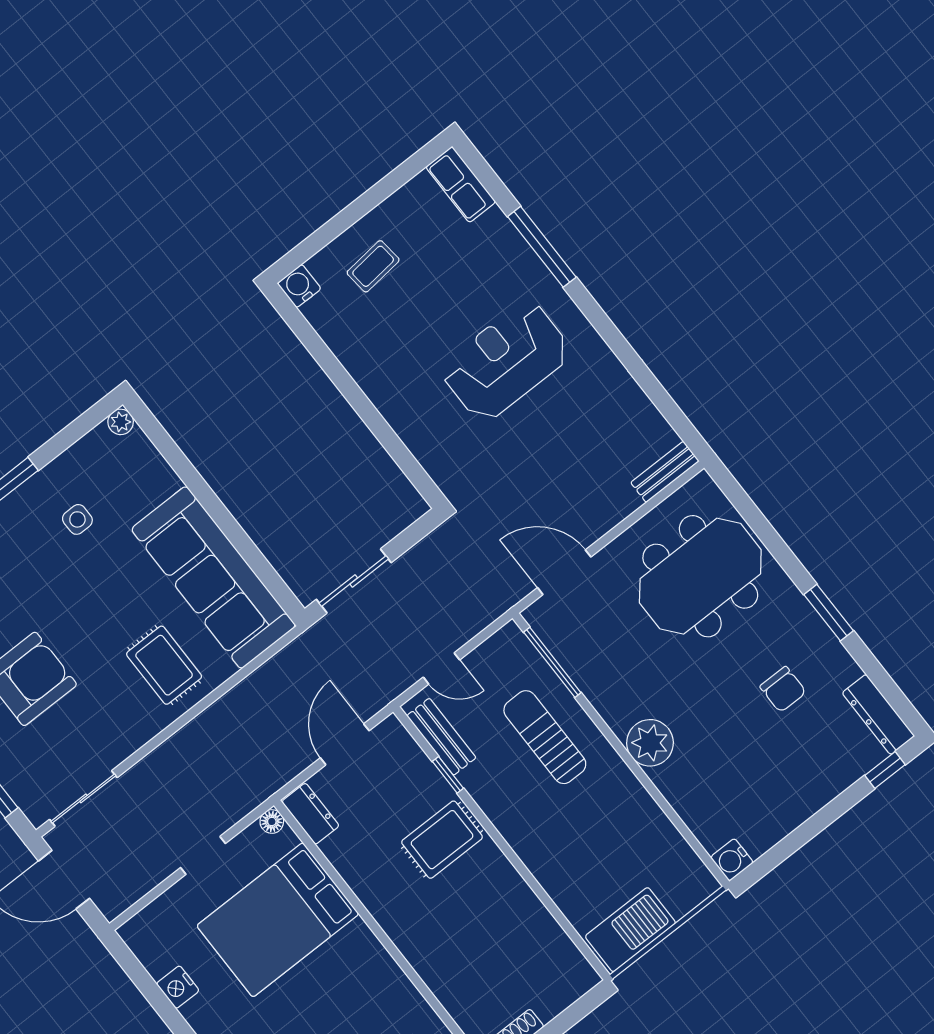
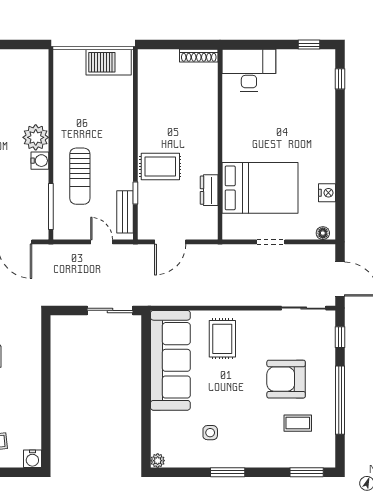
dresser: (310, 814) -> (209, 190), moved
floor lamp: (272, 822) -> (323, 233), moved
water cooler: (732, 860) -> (40, 161), moved

